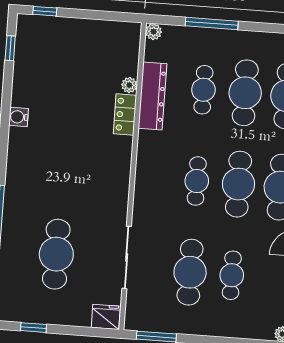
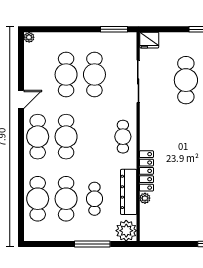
plant: (154, 32) -> (126, 231), width x1.87, depth x1.87
locker: (125, 114) -> (146, 171), width x1.53
cafe table: (197, 181) -> (123, 137), moved
cafe table: (232, 275) -> (66, 75), width x1.37, depth x1.35

